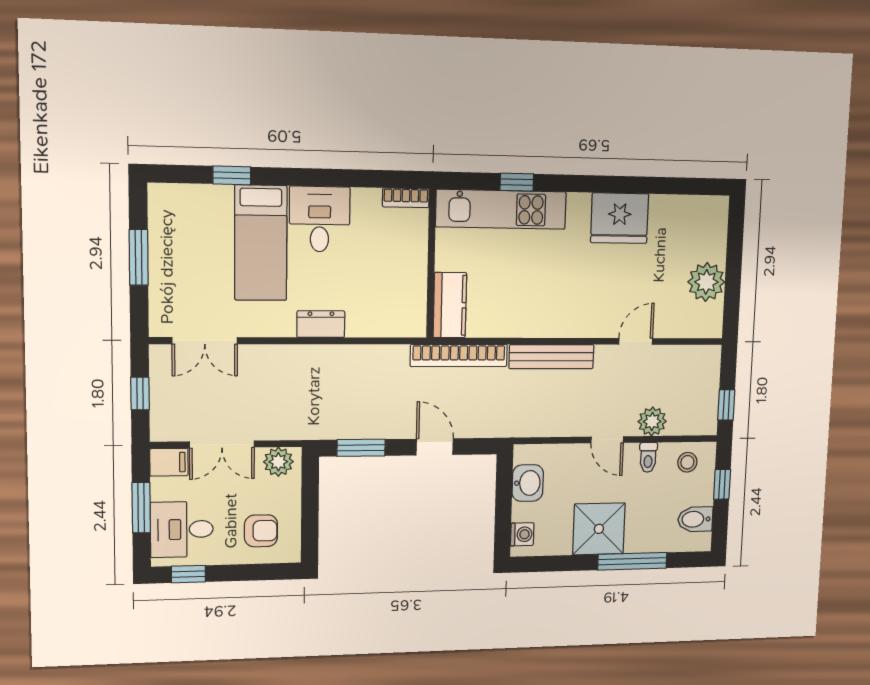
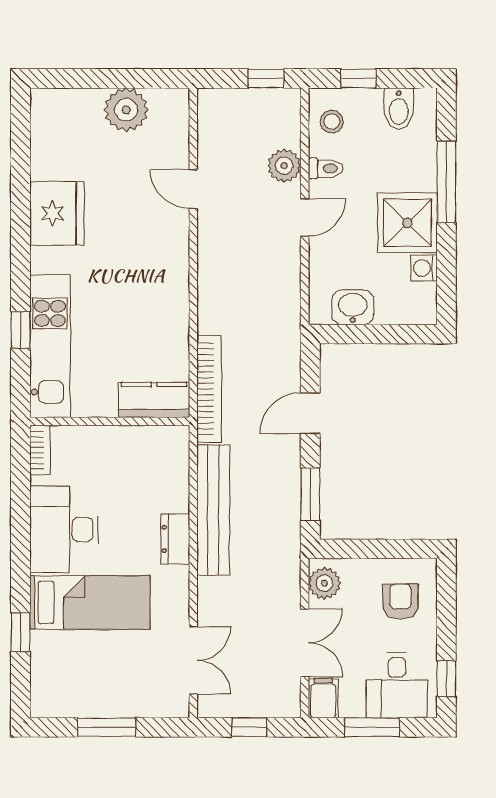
desk: (320, 219) -> (64, 529), width x1.37
bench: (552, 357) -> (213, 510), moved, width x1.37, depth x1.21
washing machine: (522, 534) -> (424, 268), moved, turned -90

